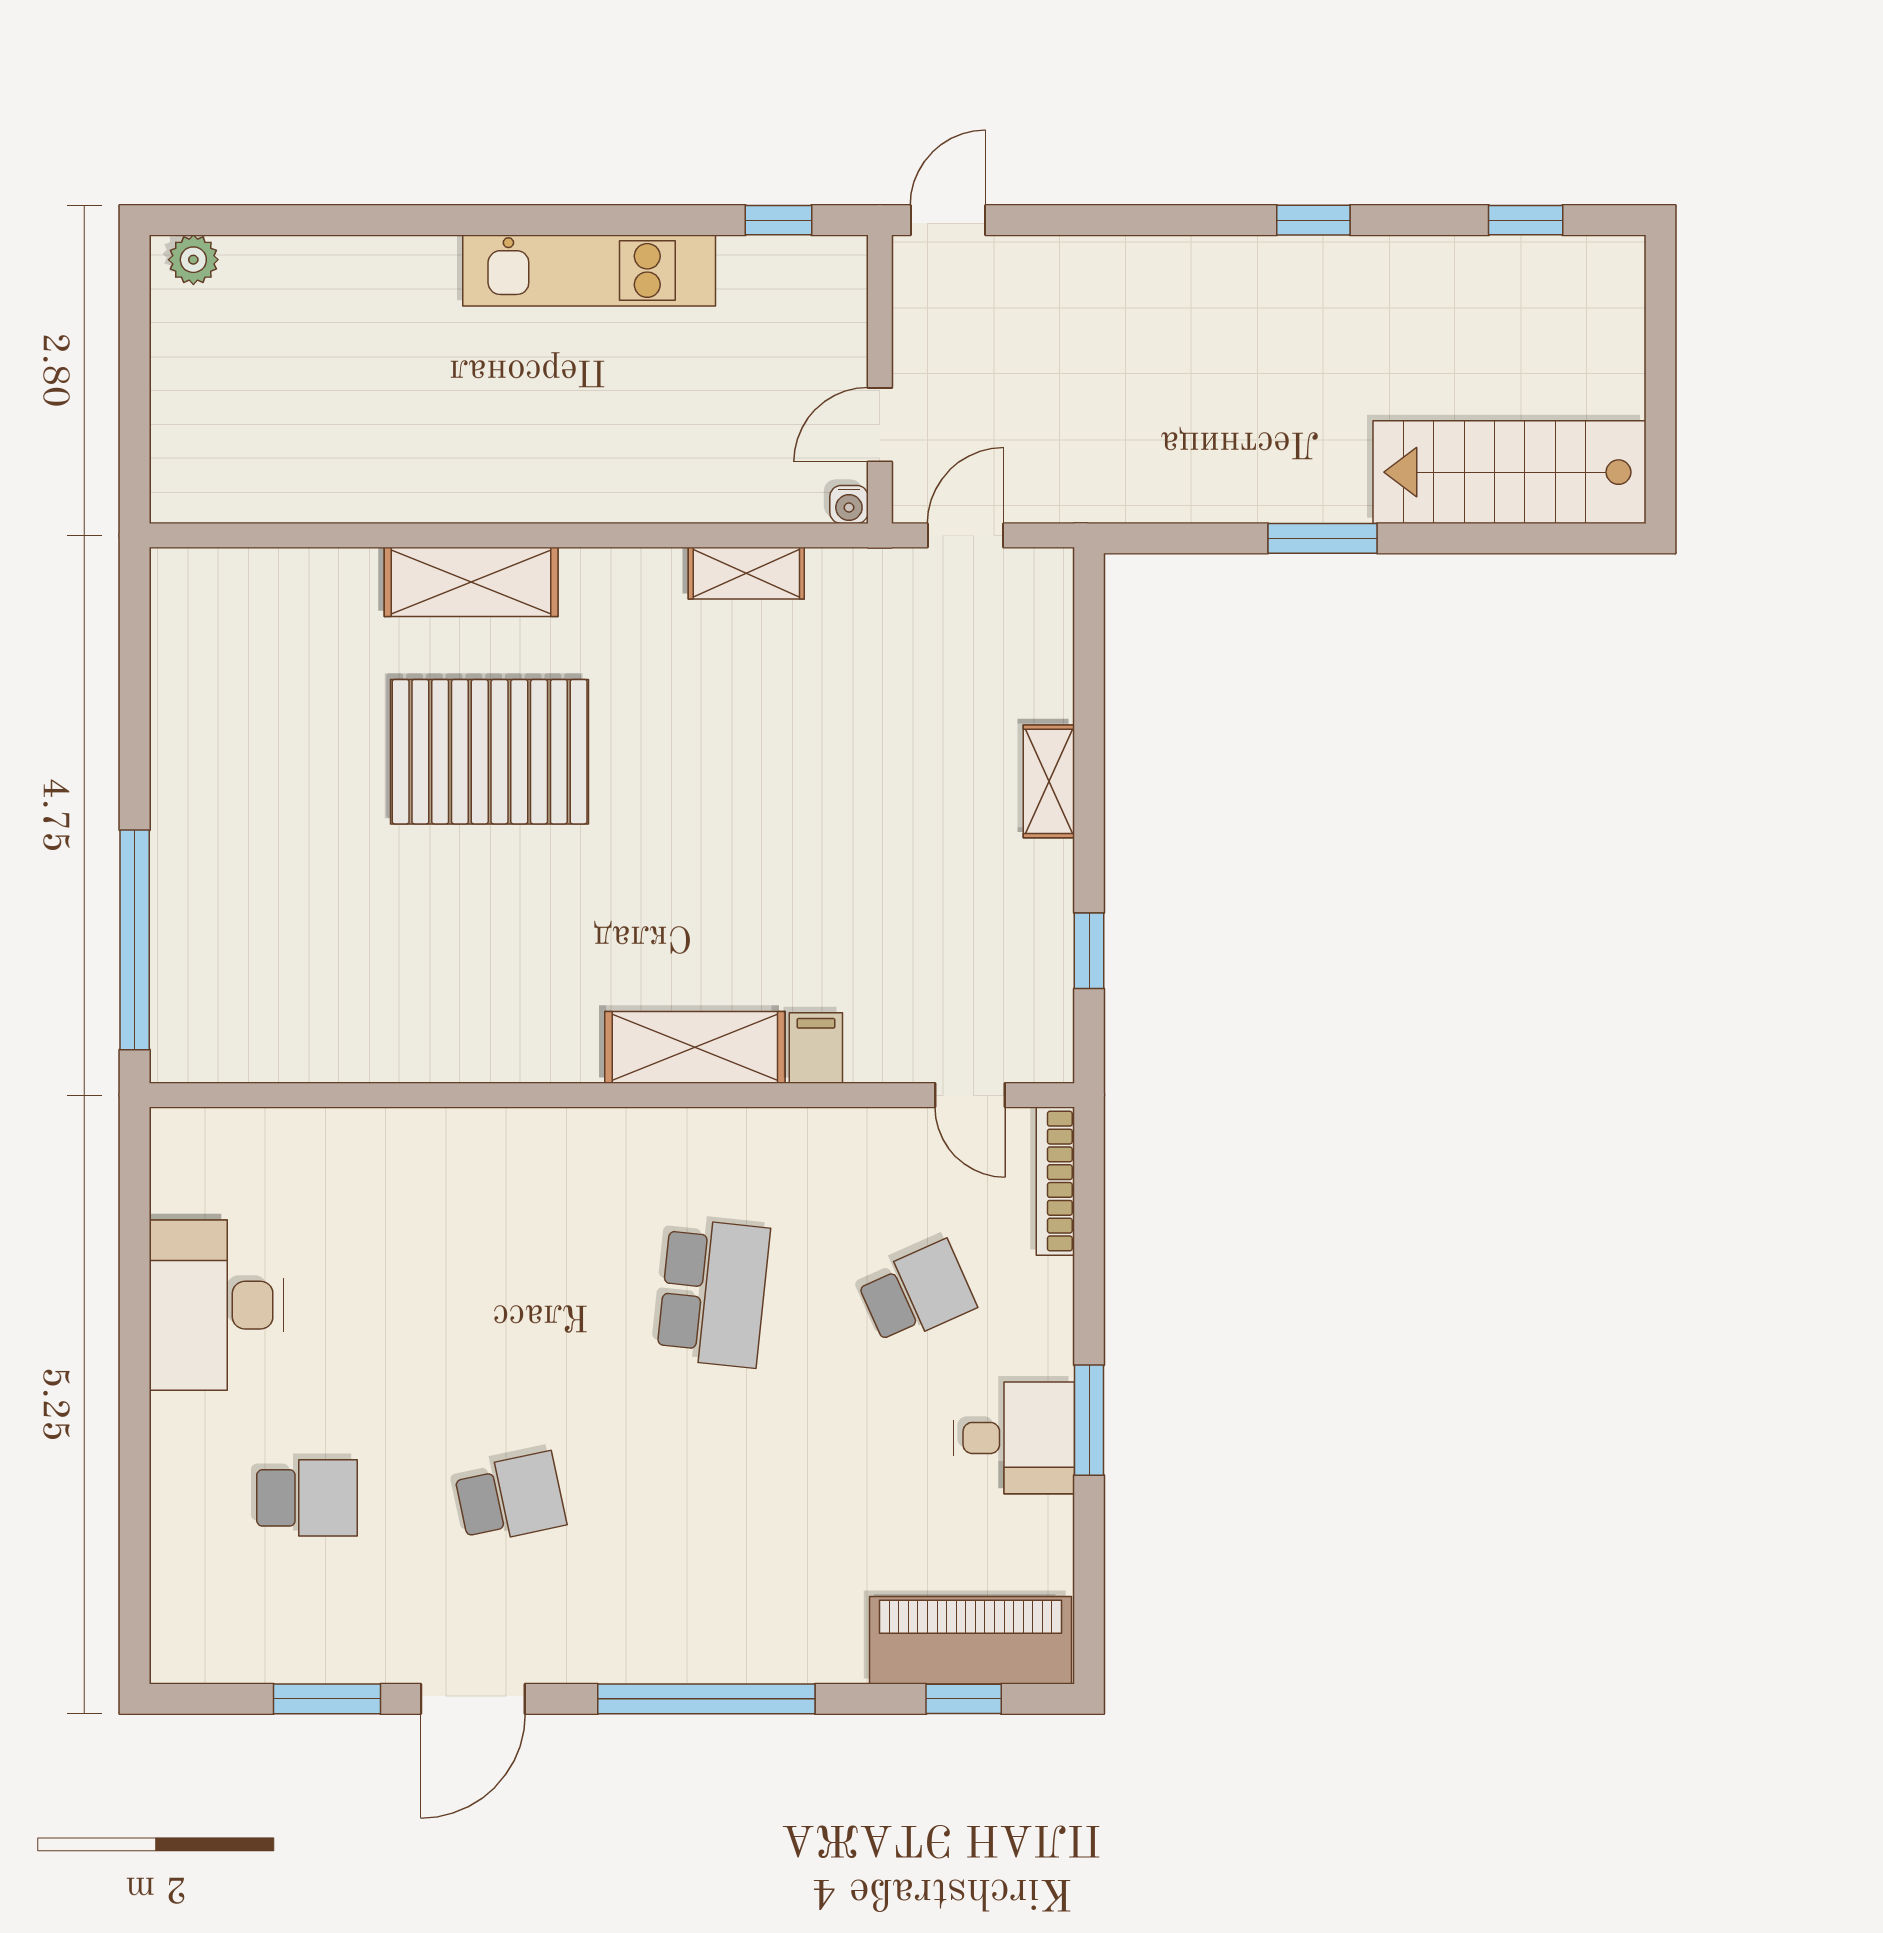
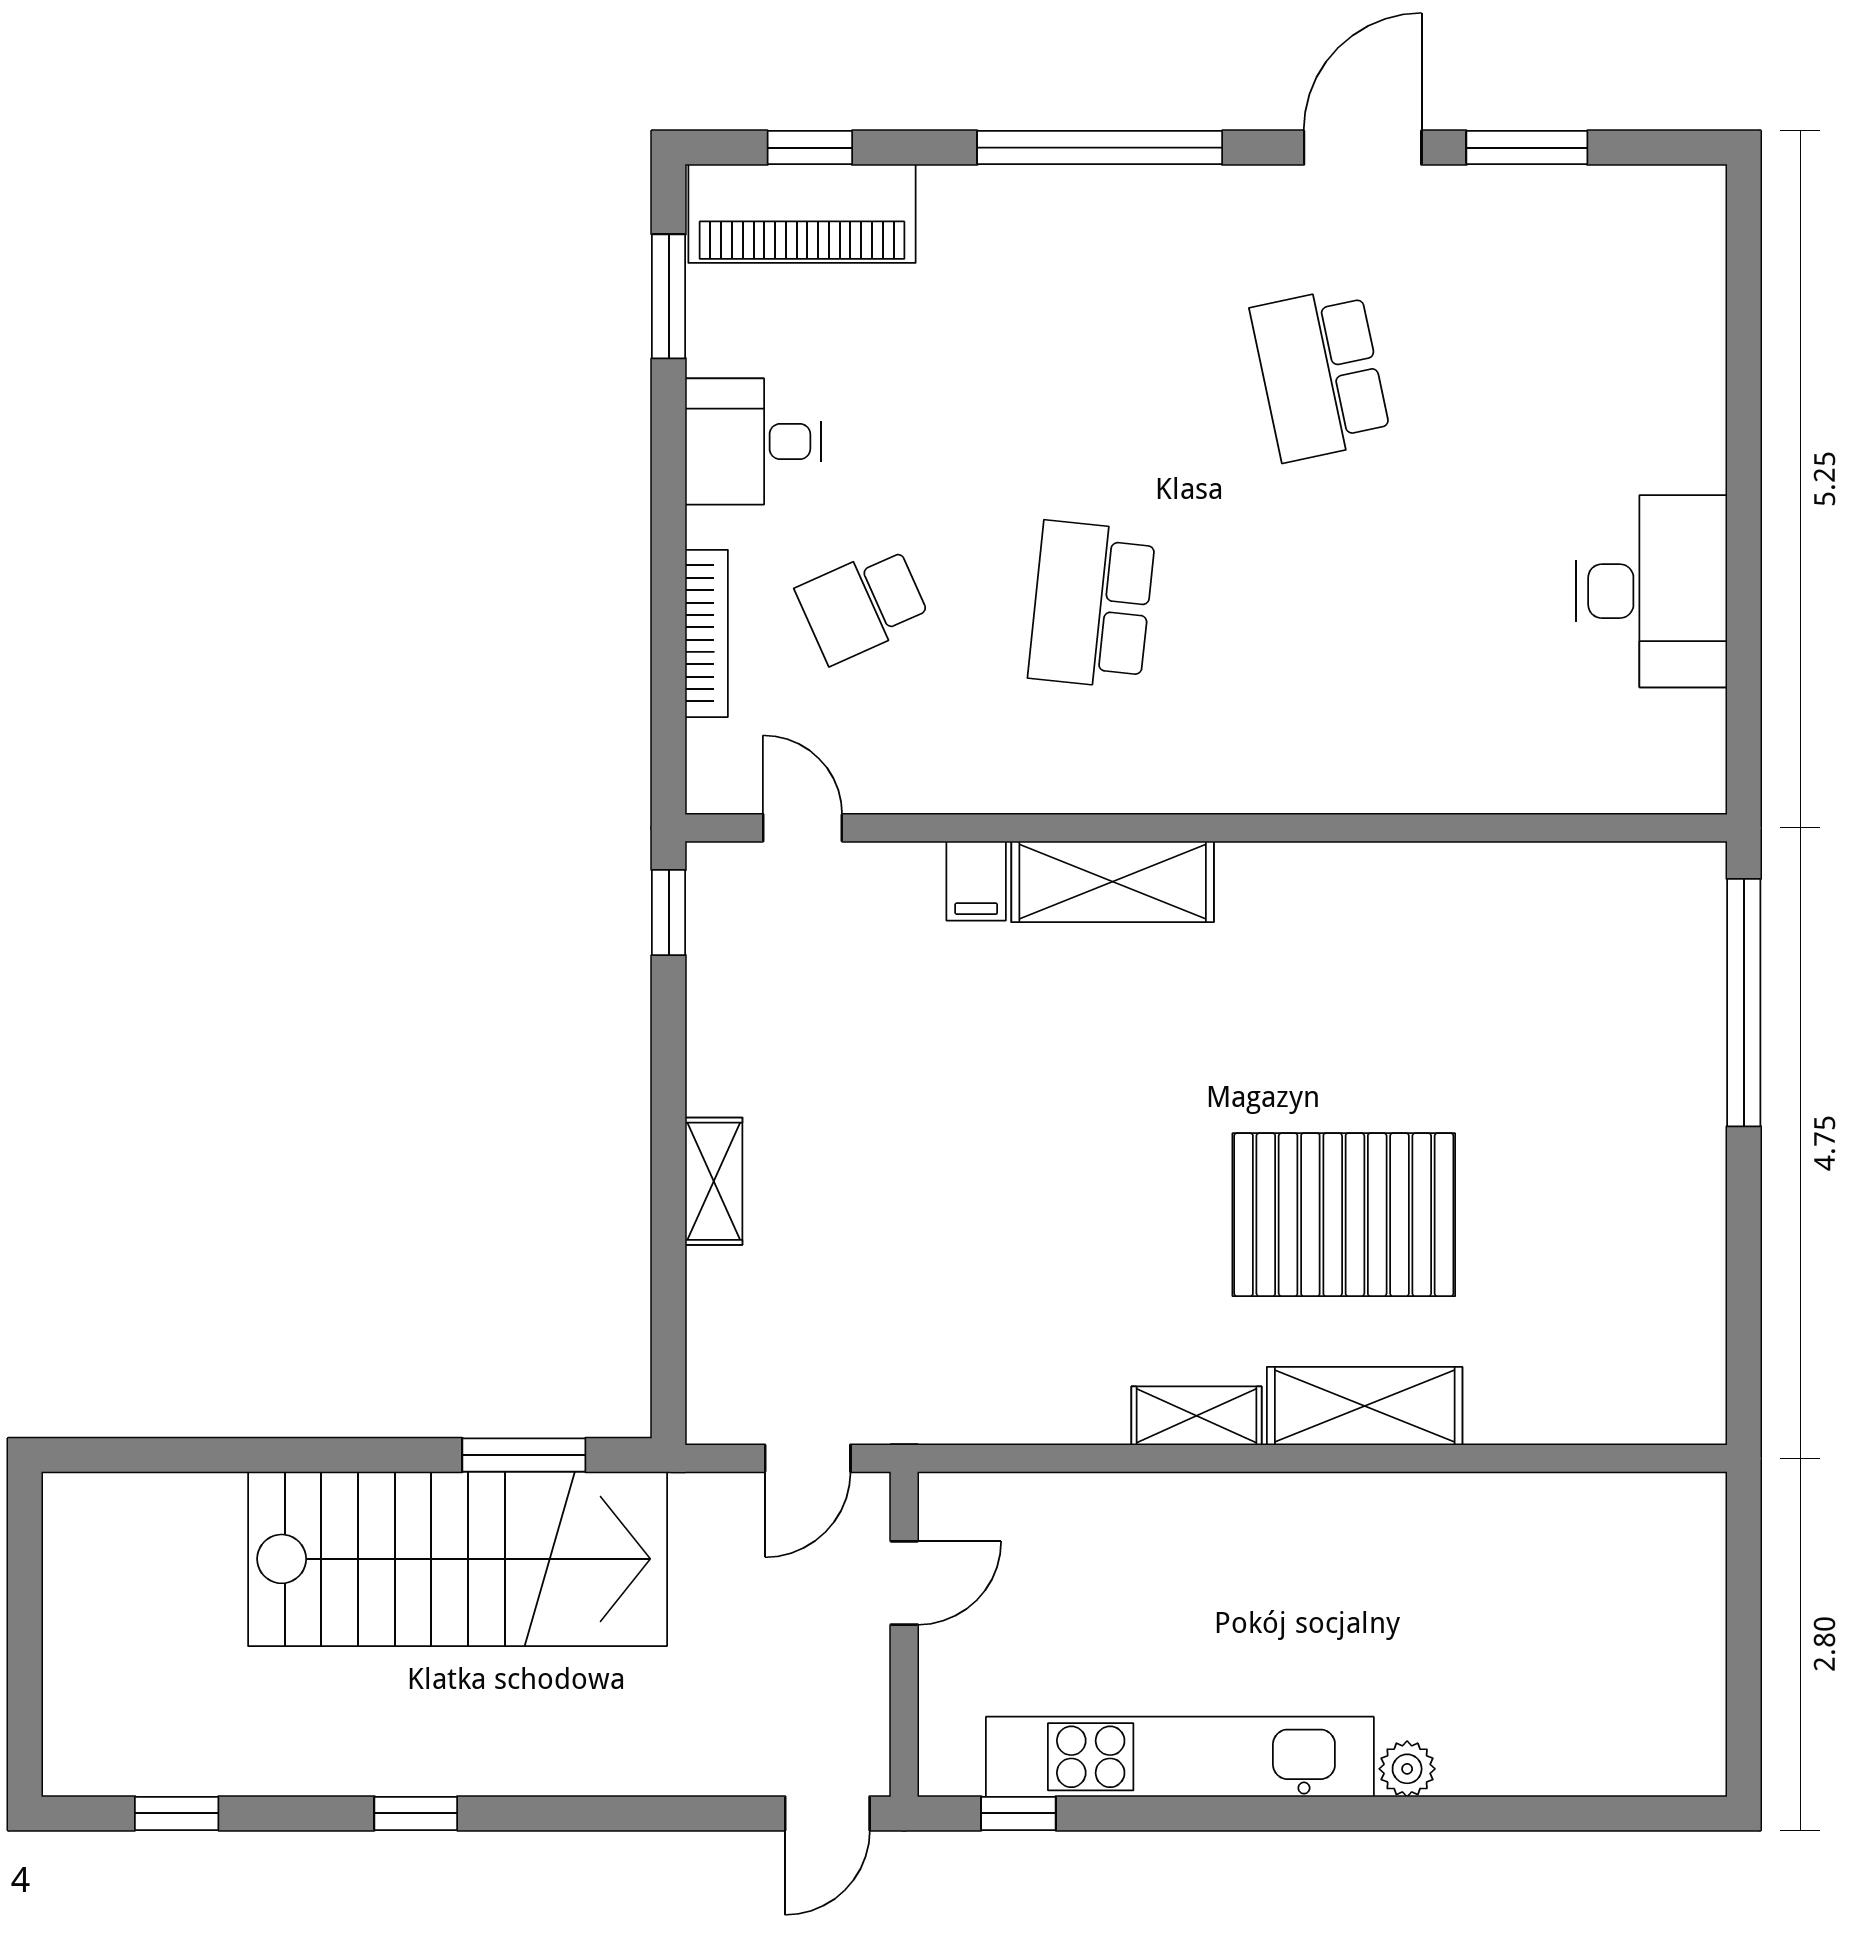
plant: (193, 260) -> (1407, 1769), moved
kitchen unit: (589, 270) -> (1180, 1757), width x1.36
stairs: (1509, 472) -> (458, 1559), moved, width x1.36, depth x1.51
water cooler: (849, 504) -> (939, 1493), removed
window: (1322, 538) -> (524, 1455), moved
shelving: (746, 573) -> (1196, 1416), moved
window: (1089, 951) -> (669, 913), moved
bookcase: (1055, 1181) -> (707, 633), moved
window: (1089, 1420) -> (669, 296), moved
school desk: (307, 1498) -> (1549, 374), removed
school desk: (510, 1498) -> (1321, 374), width x1.85

